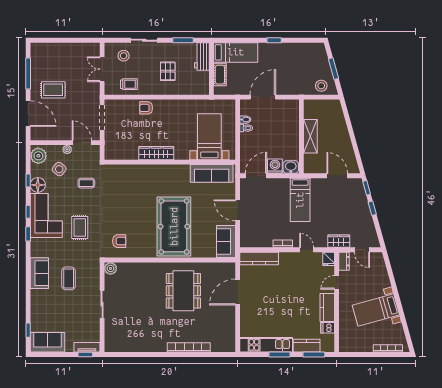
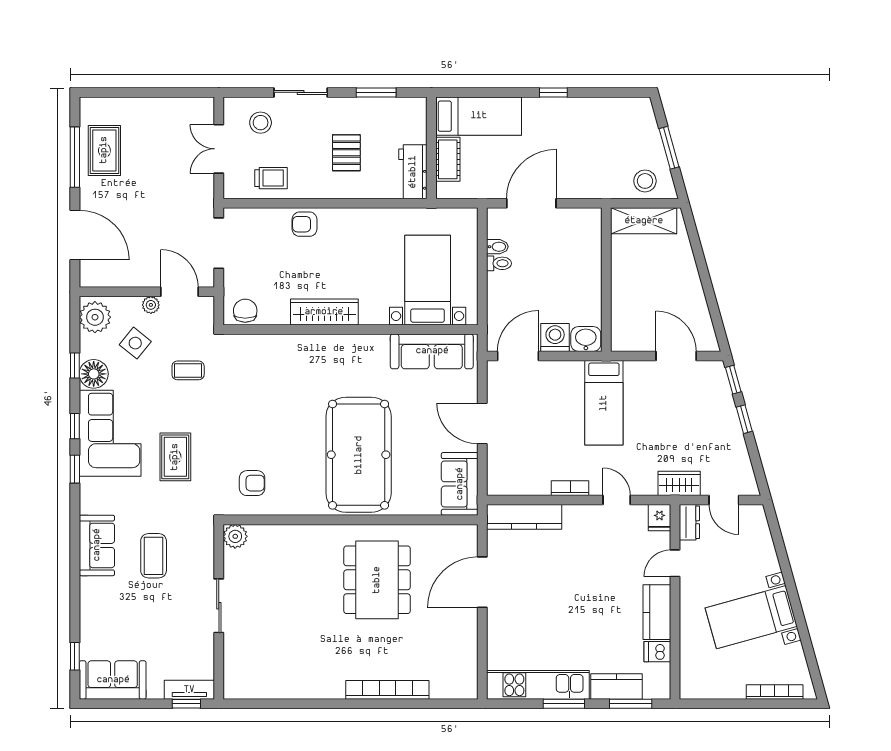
workbench: (202, 56) -> (413, 172), moved
rug: (53, 90) -> (104, 150), moved, turned 90
shelving: (310, 136) -> (644, 221), moved, turned 90
chair: (116, 152) -> (245, 311), added

